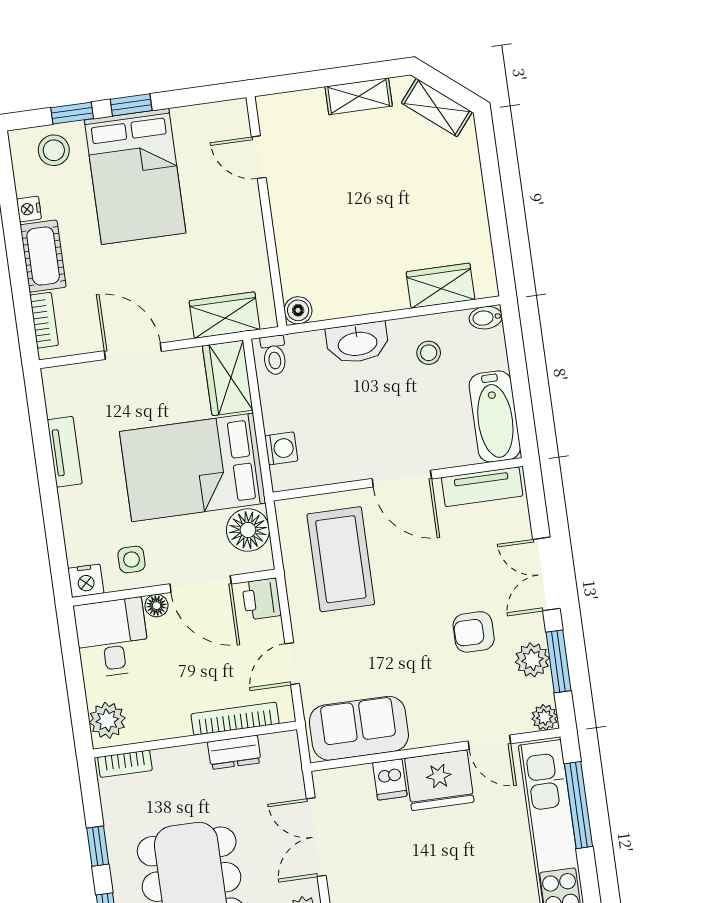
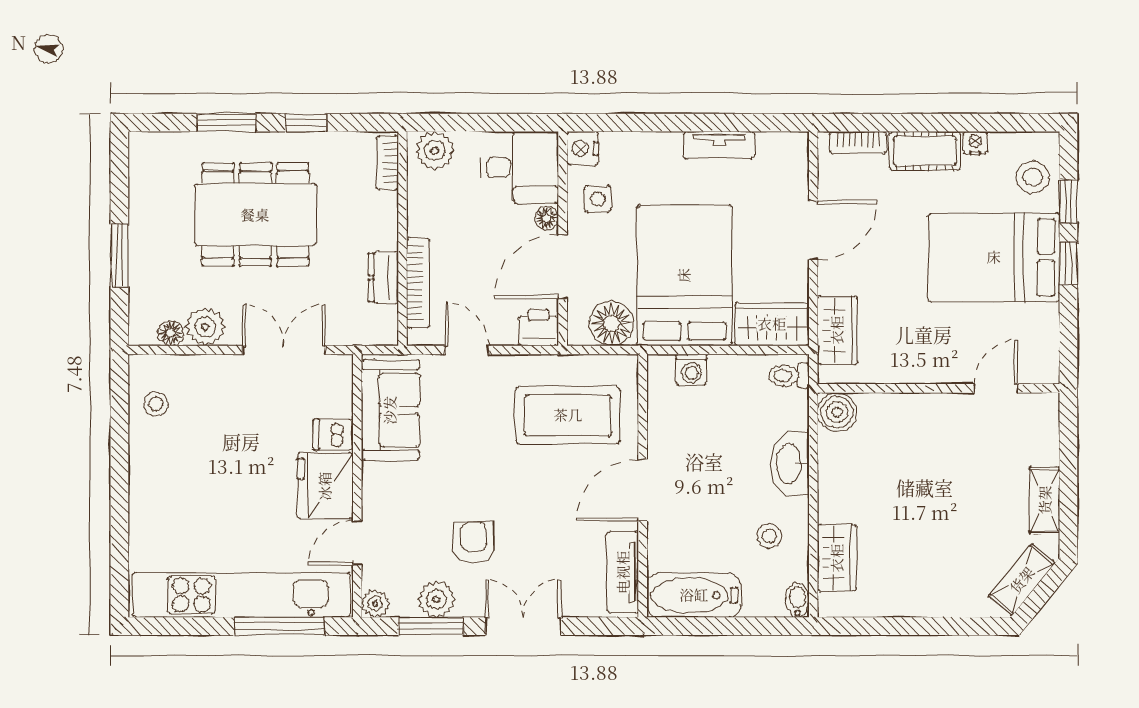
boiler: (298, 310) -> (837, 412), width x1.36, depth x1.36

